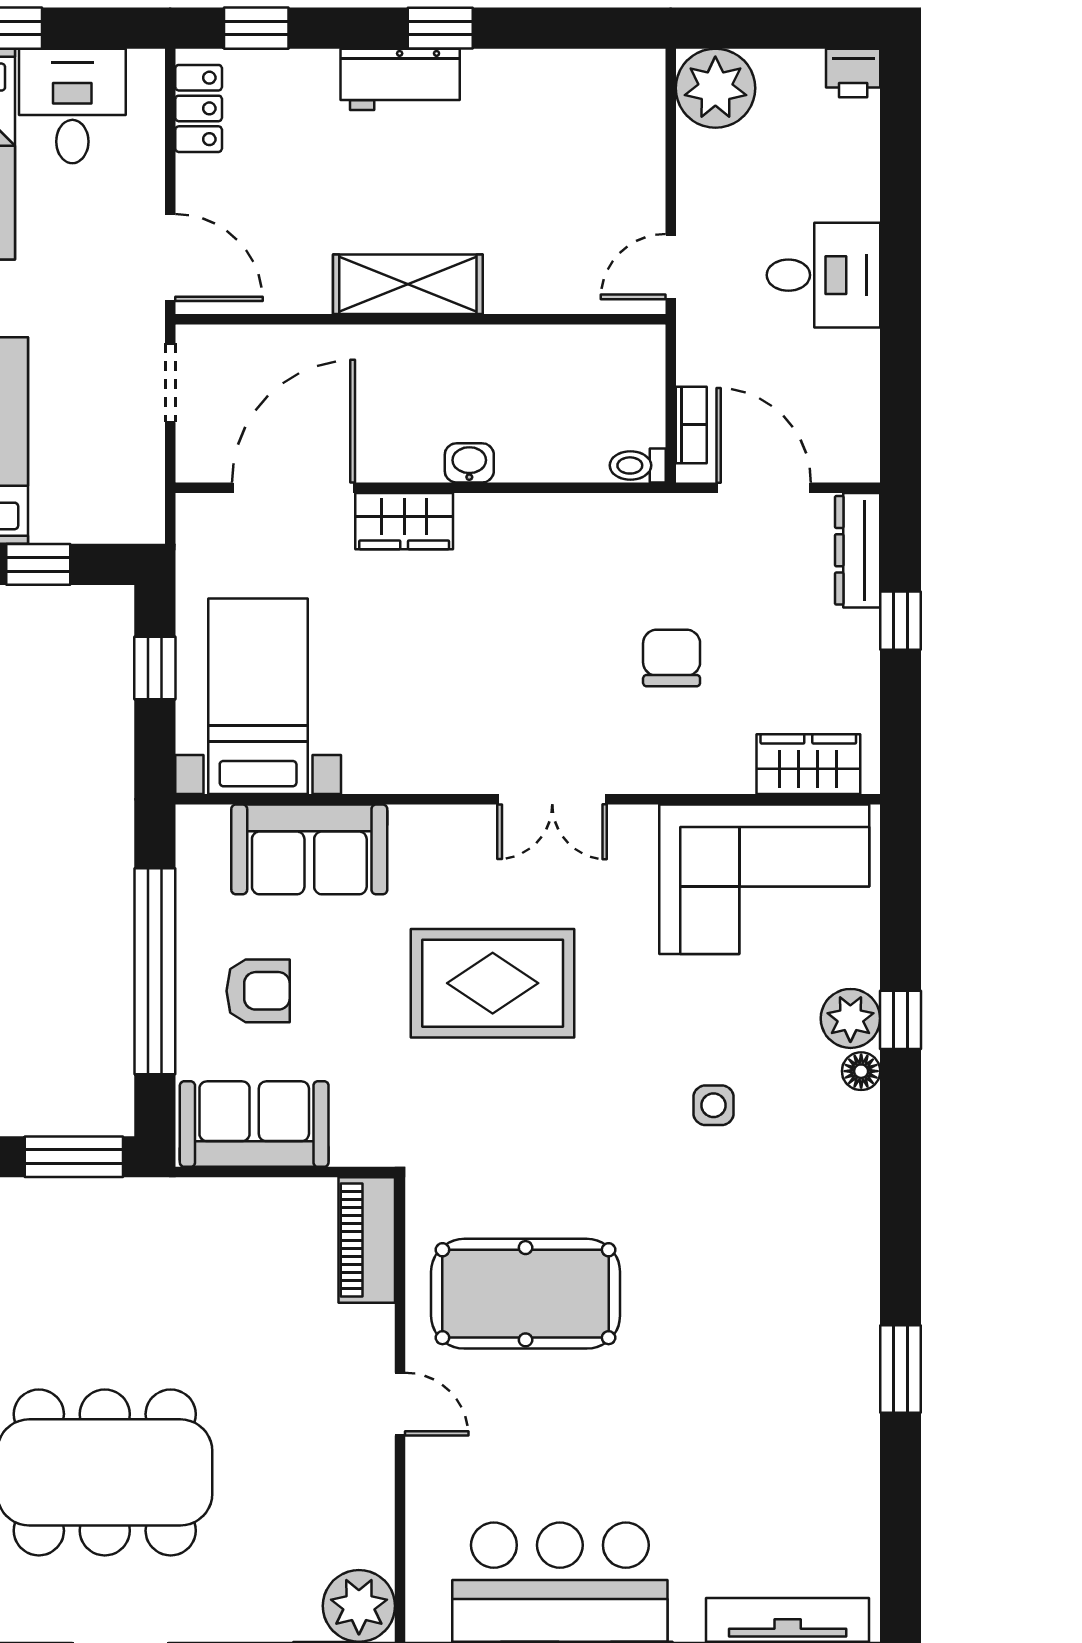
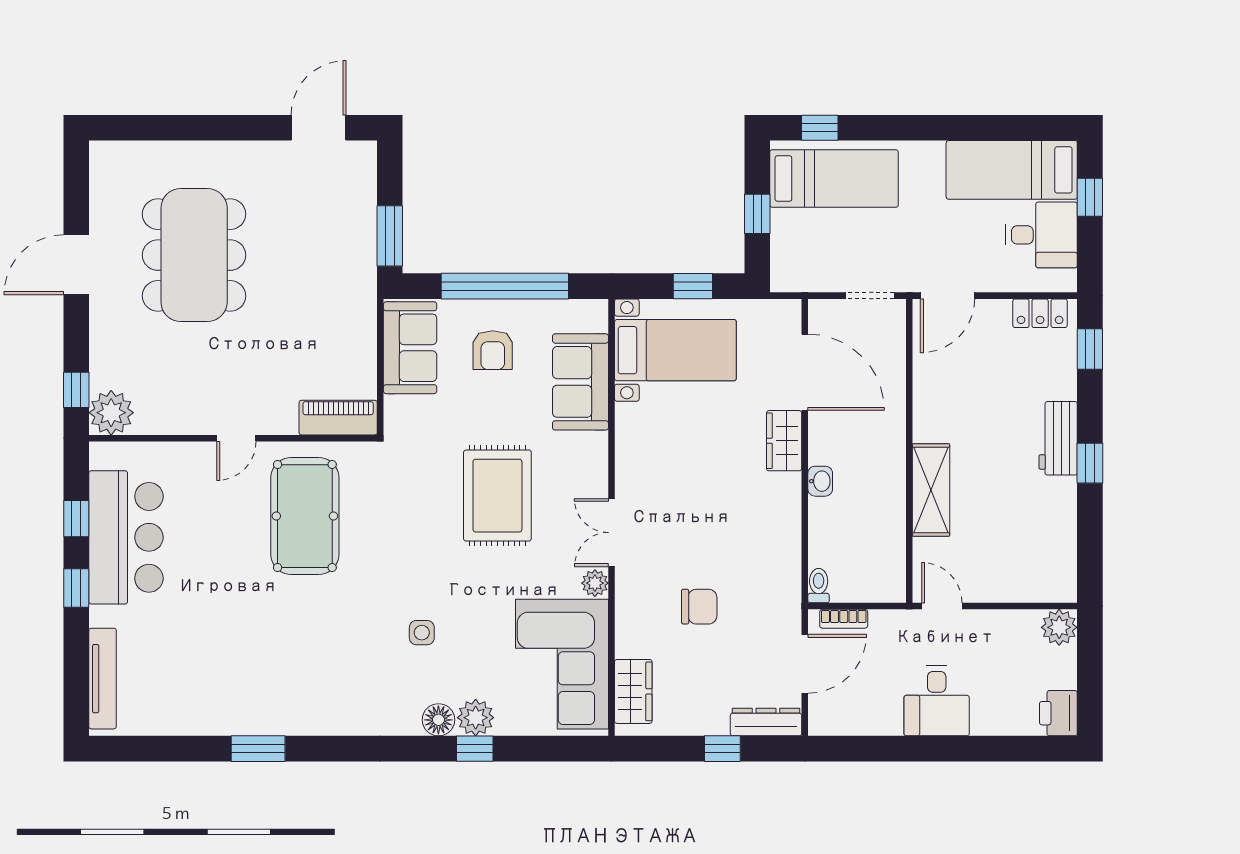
printer: (853, 73) -> (1058, 713), width x1.36, depth x1.24
plant: (715, 88) -> (1059, 627), width x0.73, depth x0.73
shelving: (408, 284) -> (931, 490), moved
plant: (634, 826) -> (595, 583), added
floor lamp: (861, 1071) -> (438, 720), width x1.37, depth x1.37

